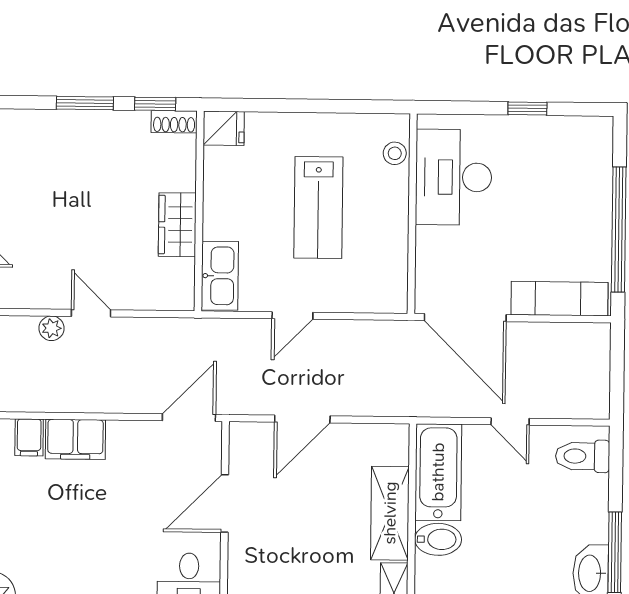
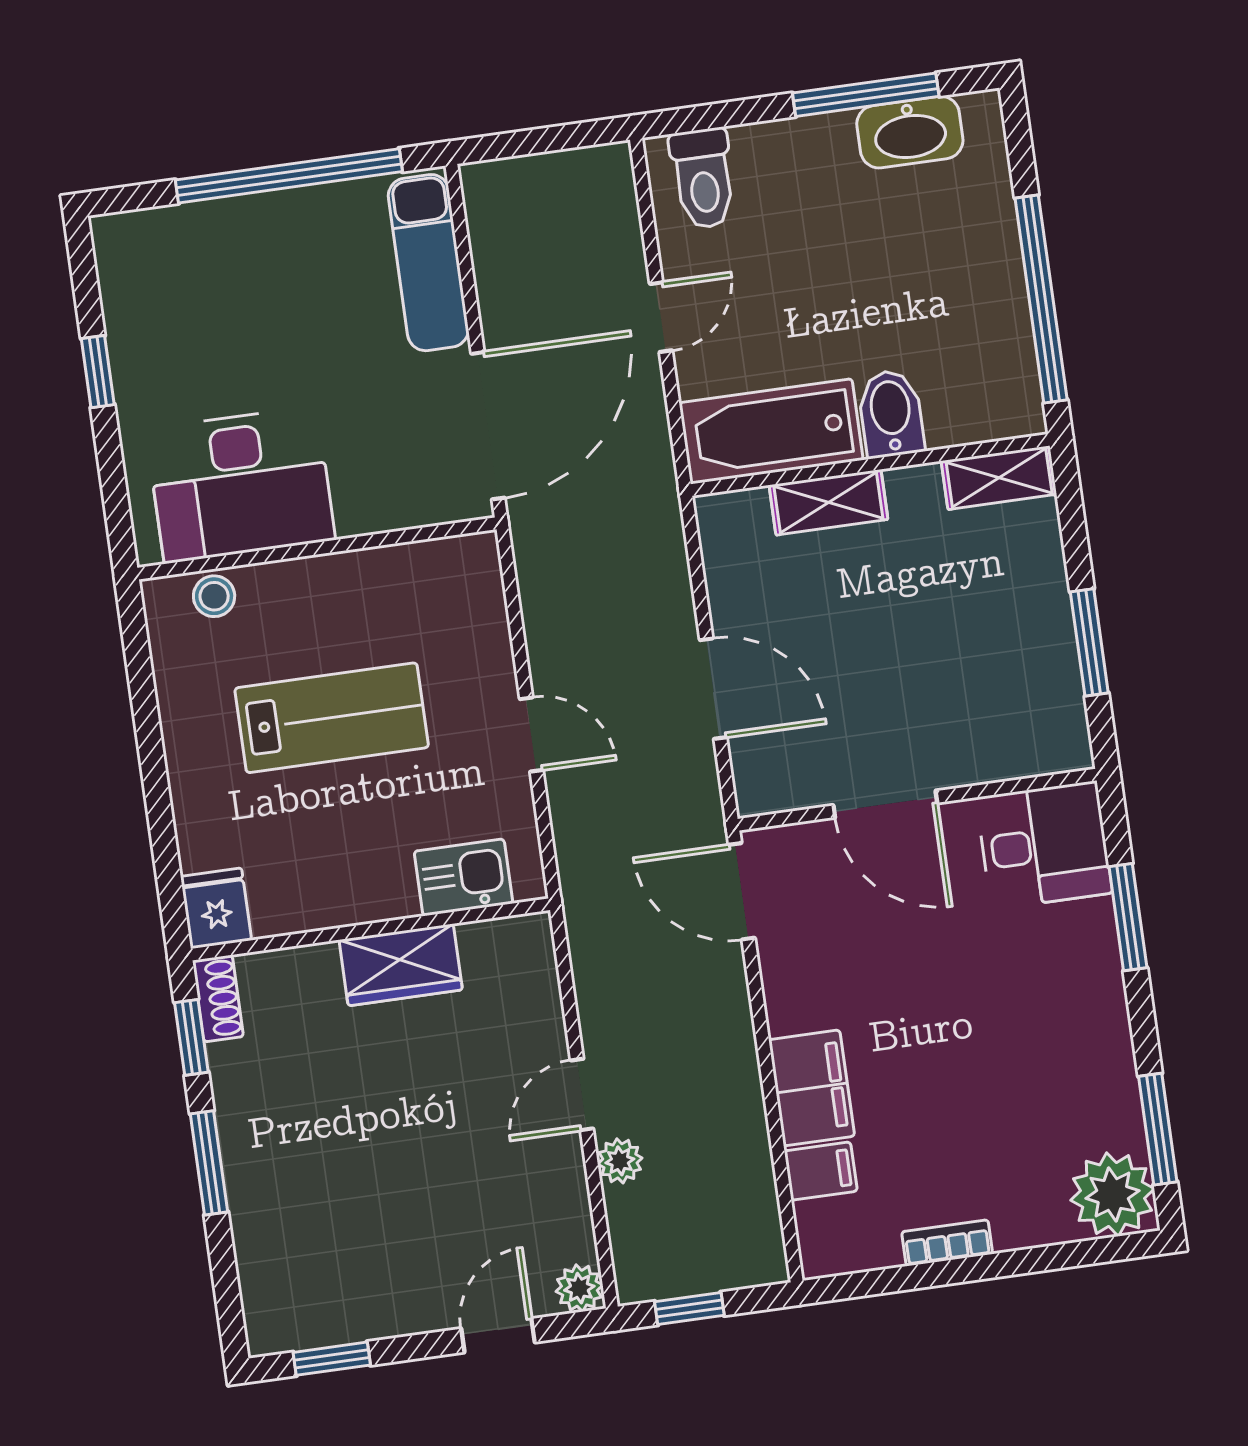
kitchen sink: (220, 276) -> (463, 877), width x0.73
shelving: (390, 513) -> (828, 502), width x0.67, depth x0.75

